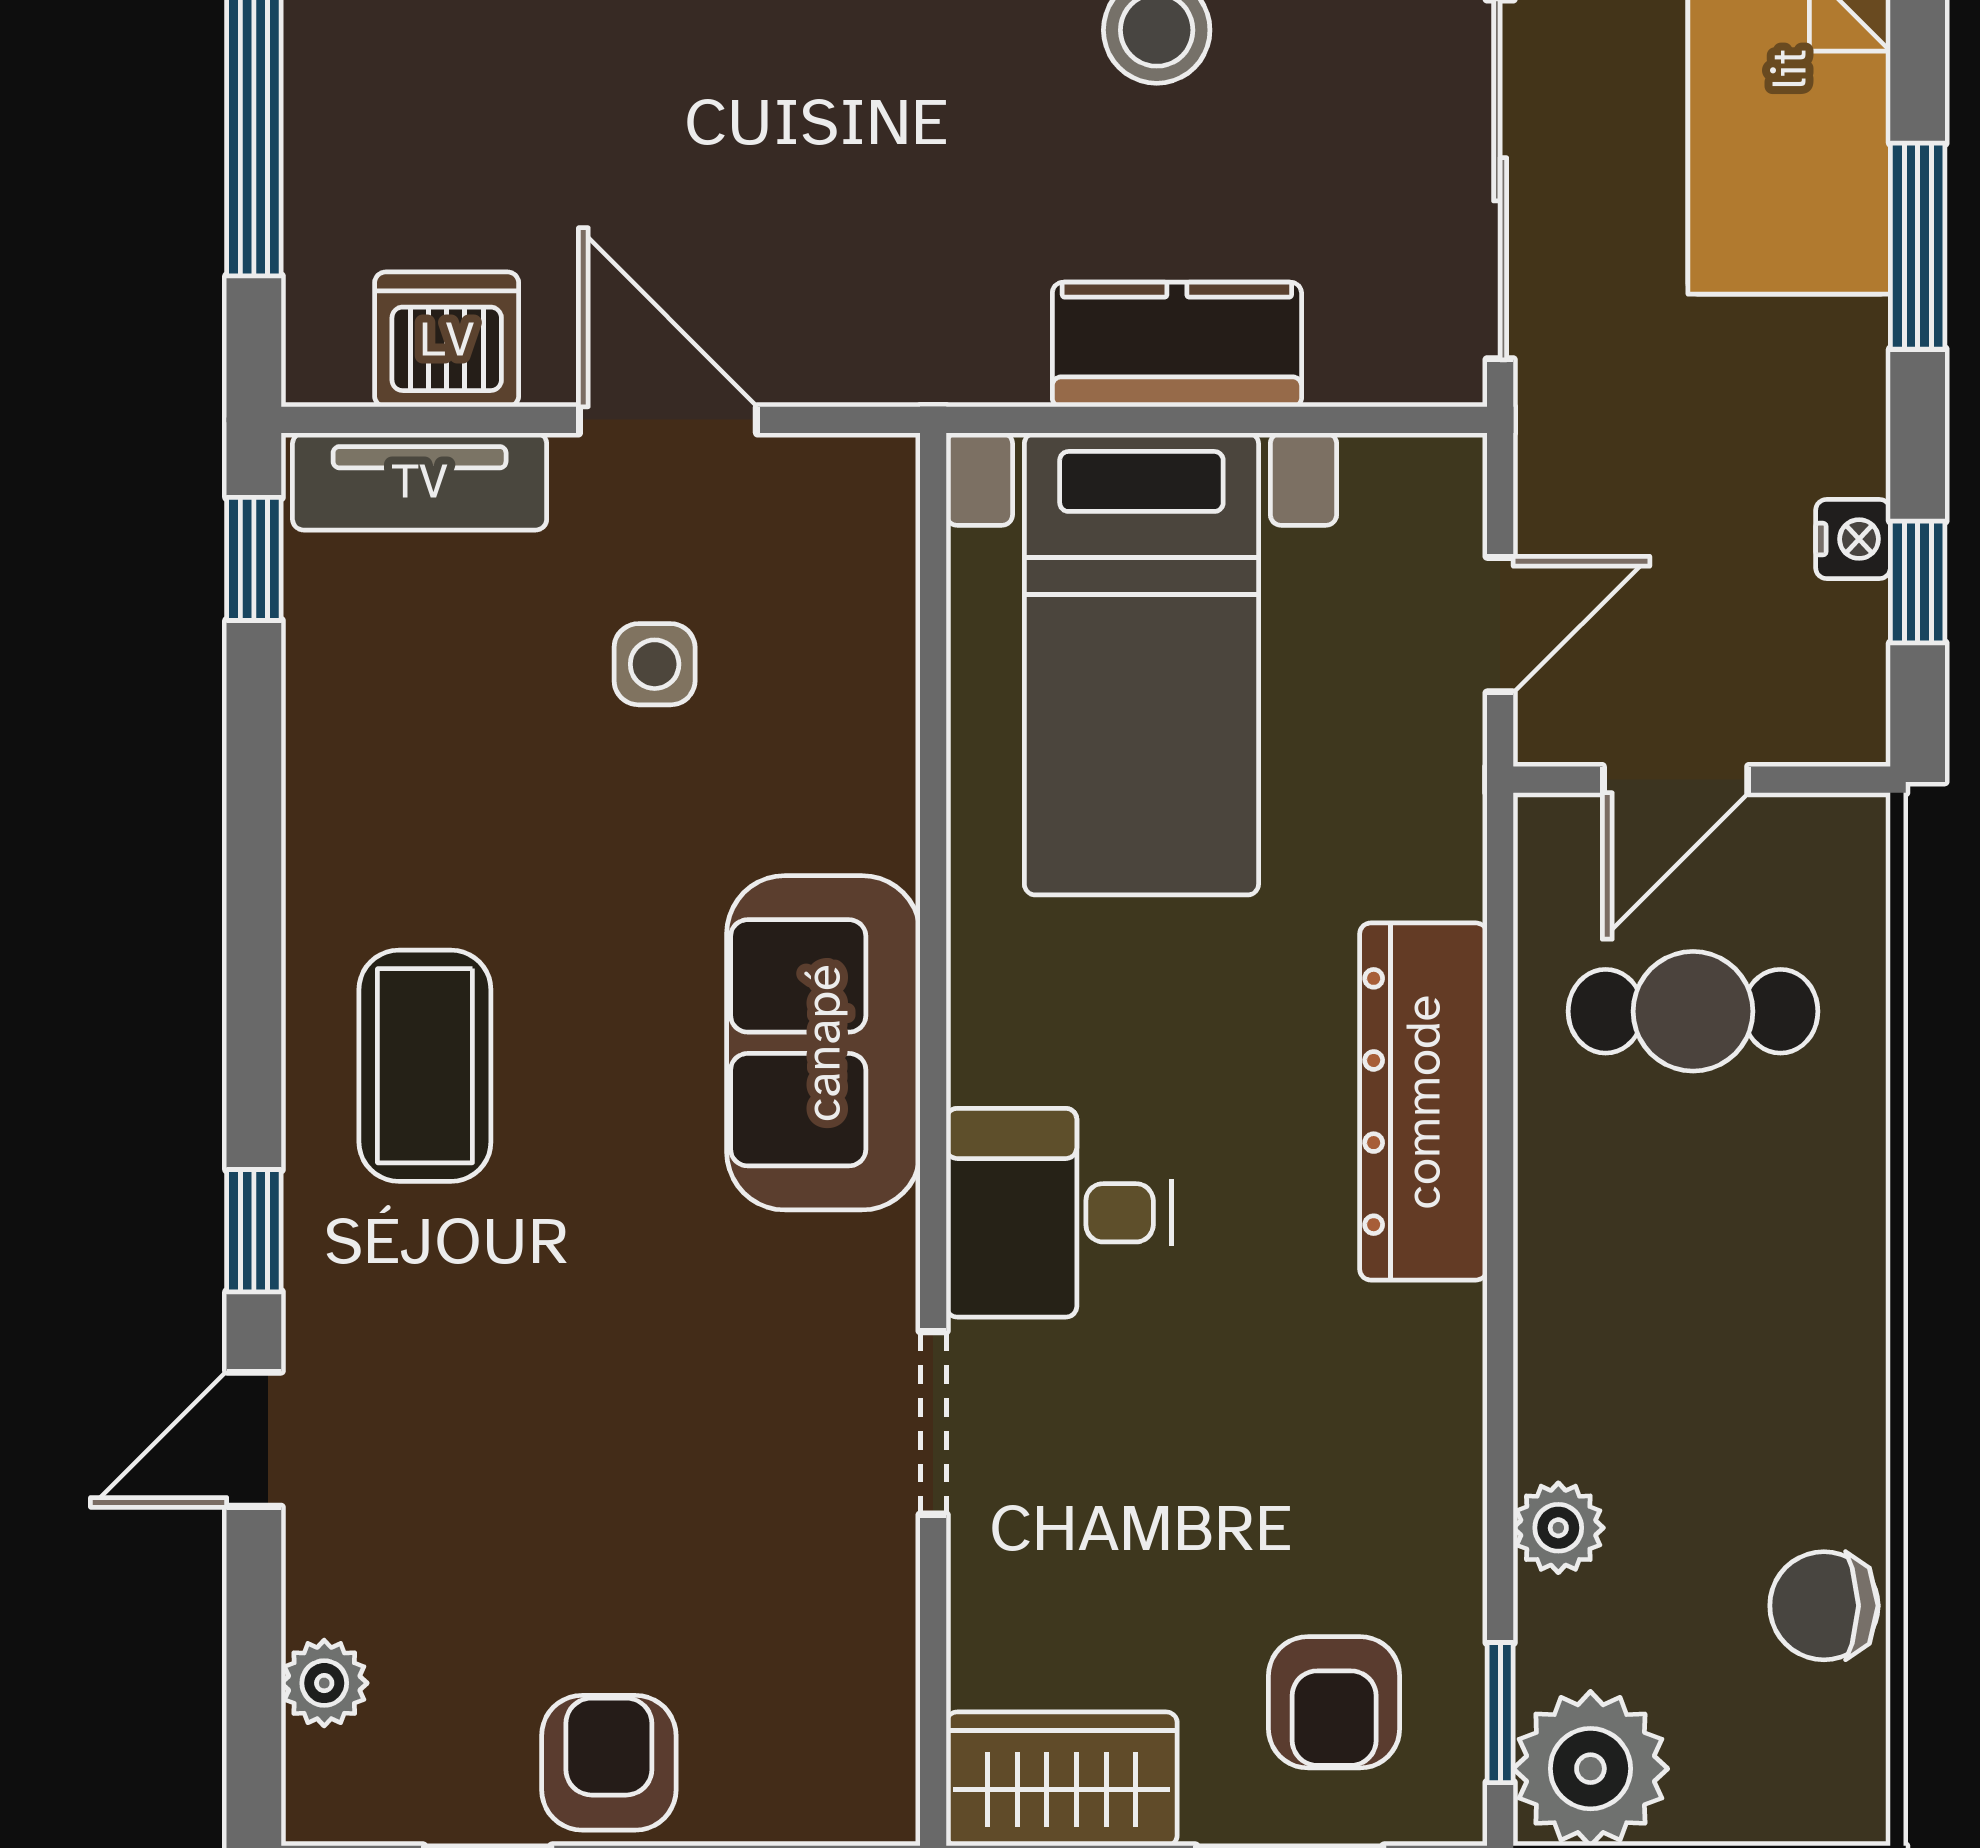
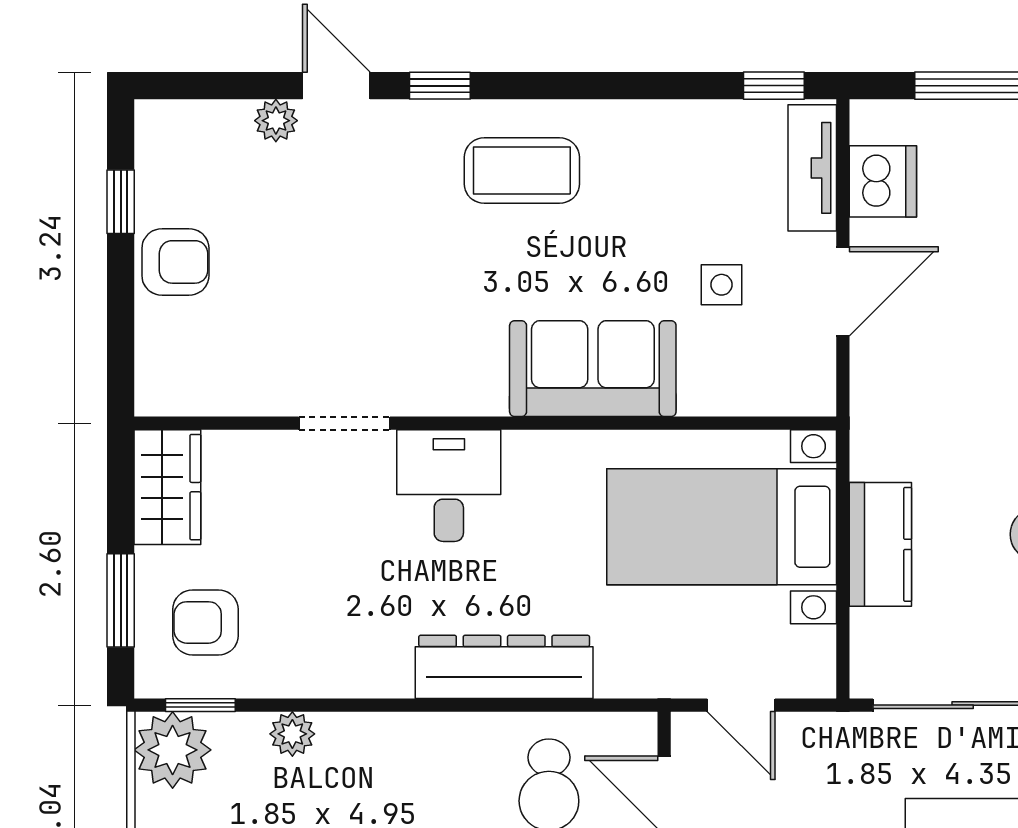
sofa: (823, 1043) -> (593, 369), moved
plant: (324, 1683) -> (276, 121), moved

